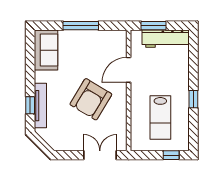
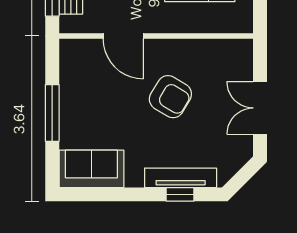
armchair: (91, 99) -> (170, 97), width x0.73, depth x0.73
double door: (100, 155) -> (260, 108), moved

